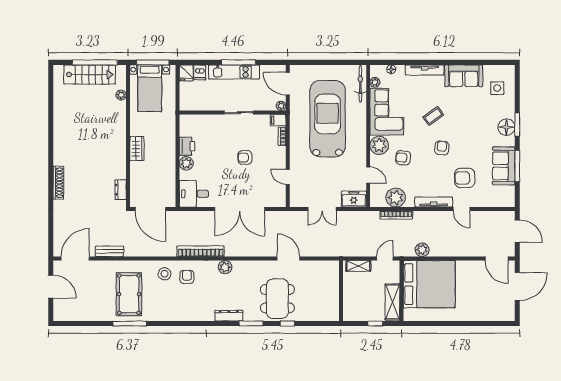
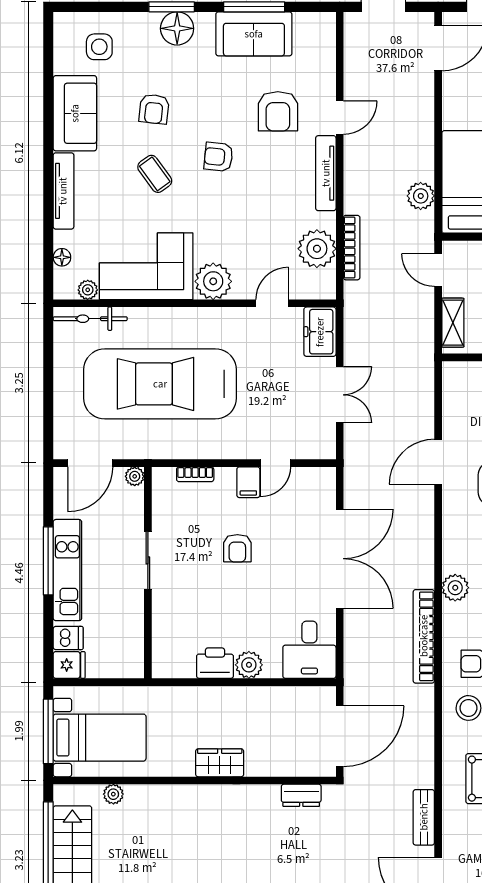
filing cabinet: (278, 120) -> (248, 482), moved
armchair: (403, 158) -> (154, 109), moved

